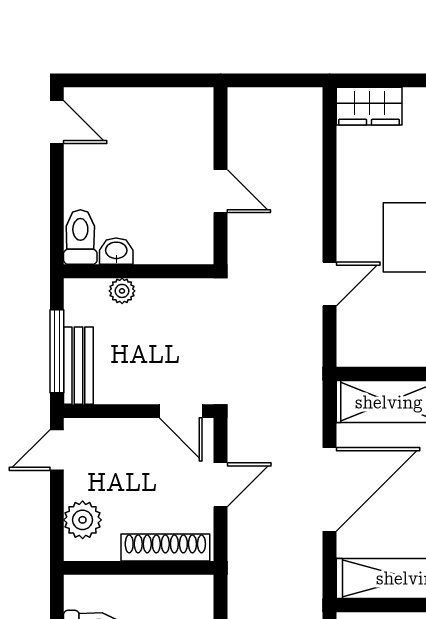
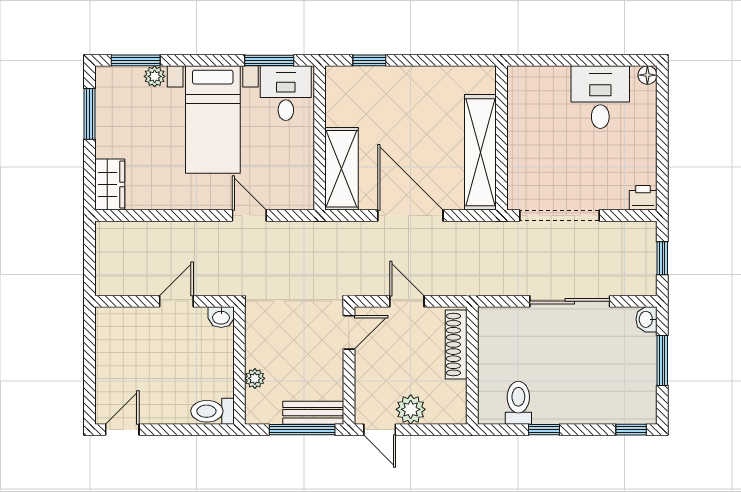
washbasin: (116, 251) -> (221, 317), moved, turned -90
plant: (83, 520) -> (411, 409), moved

